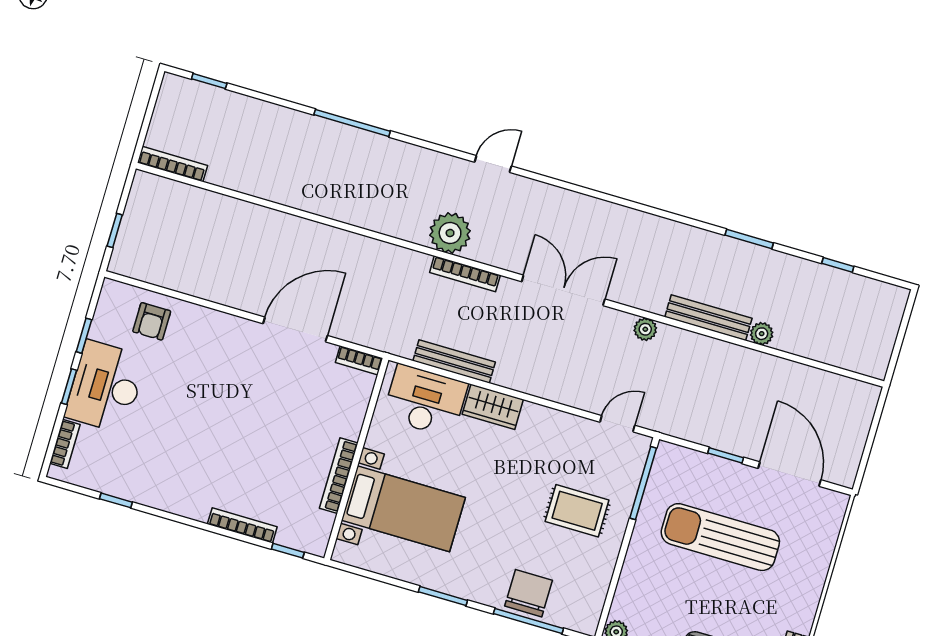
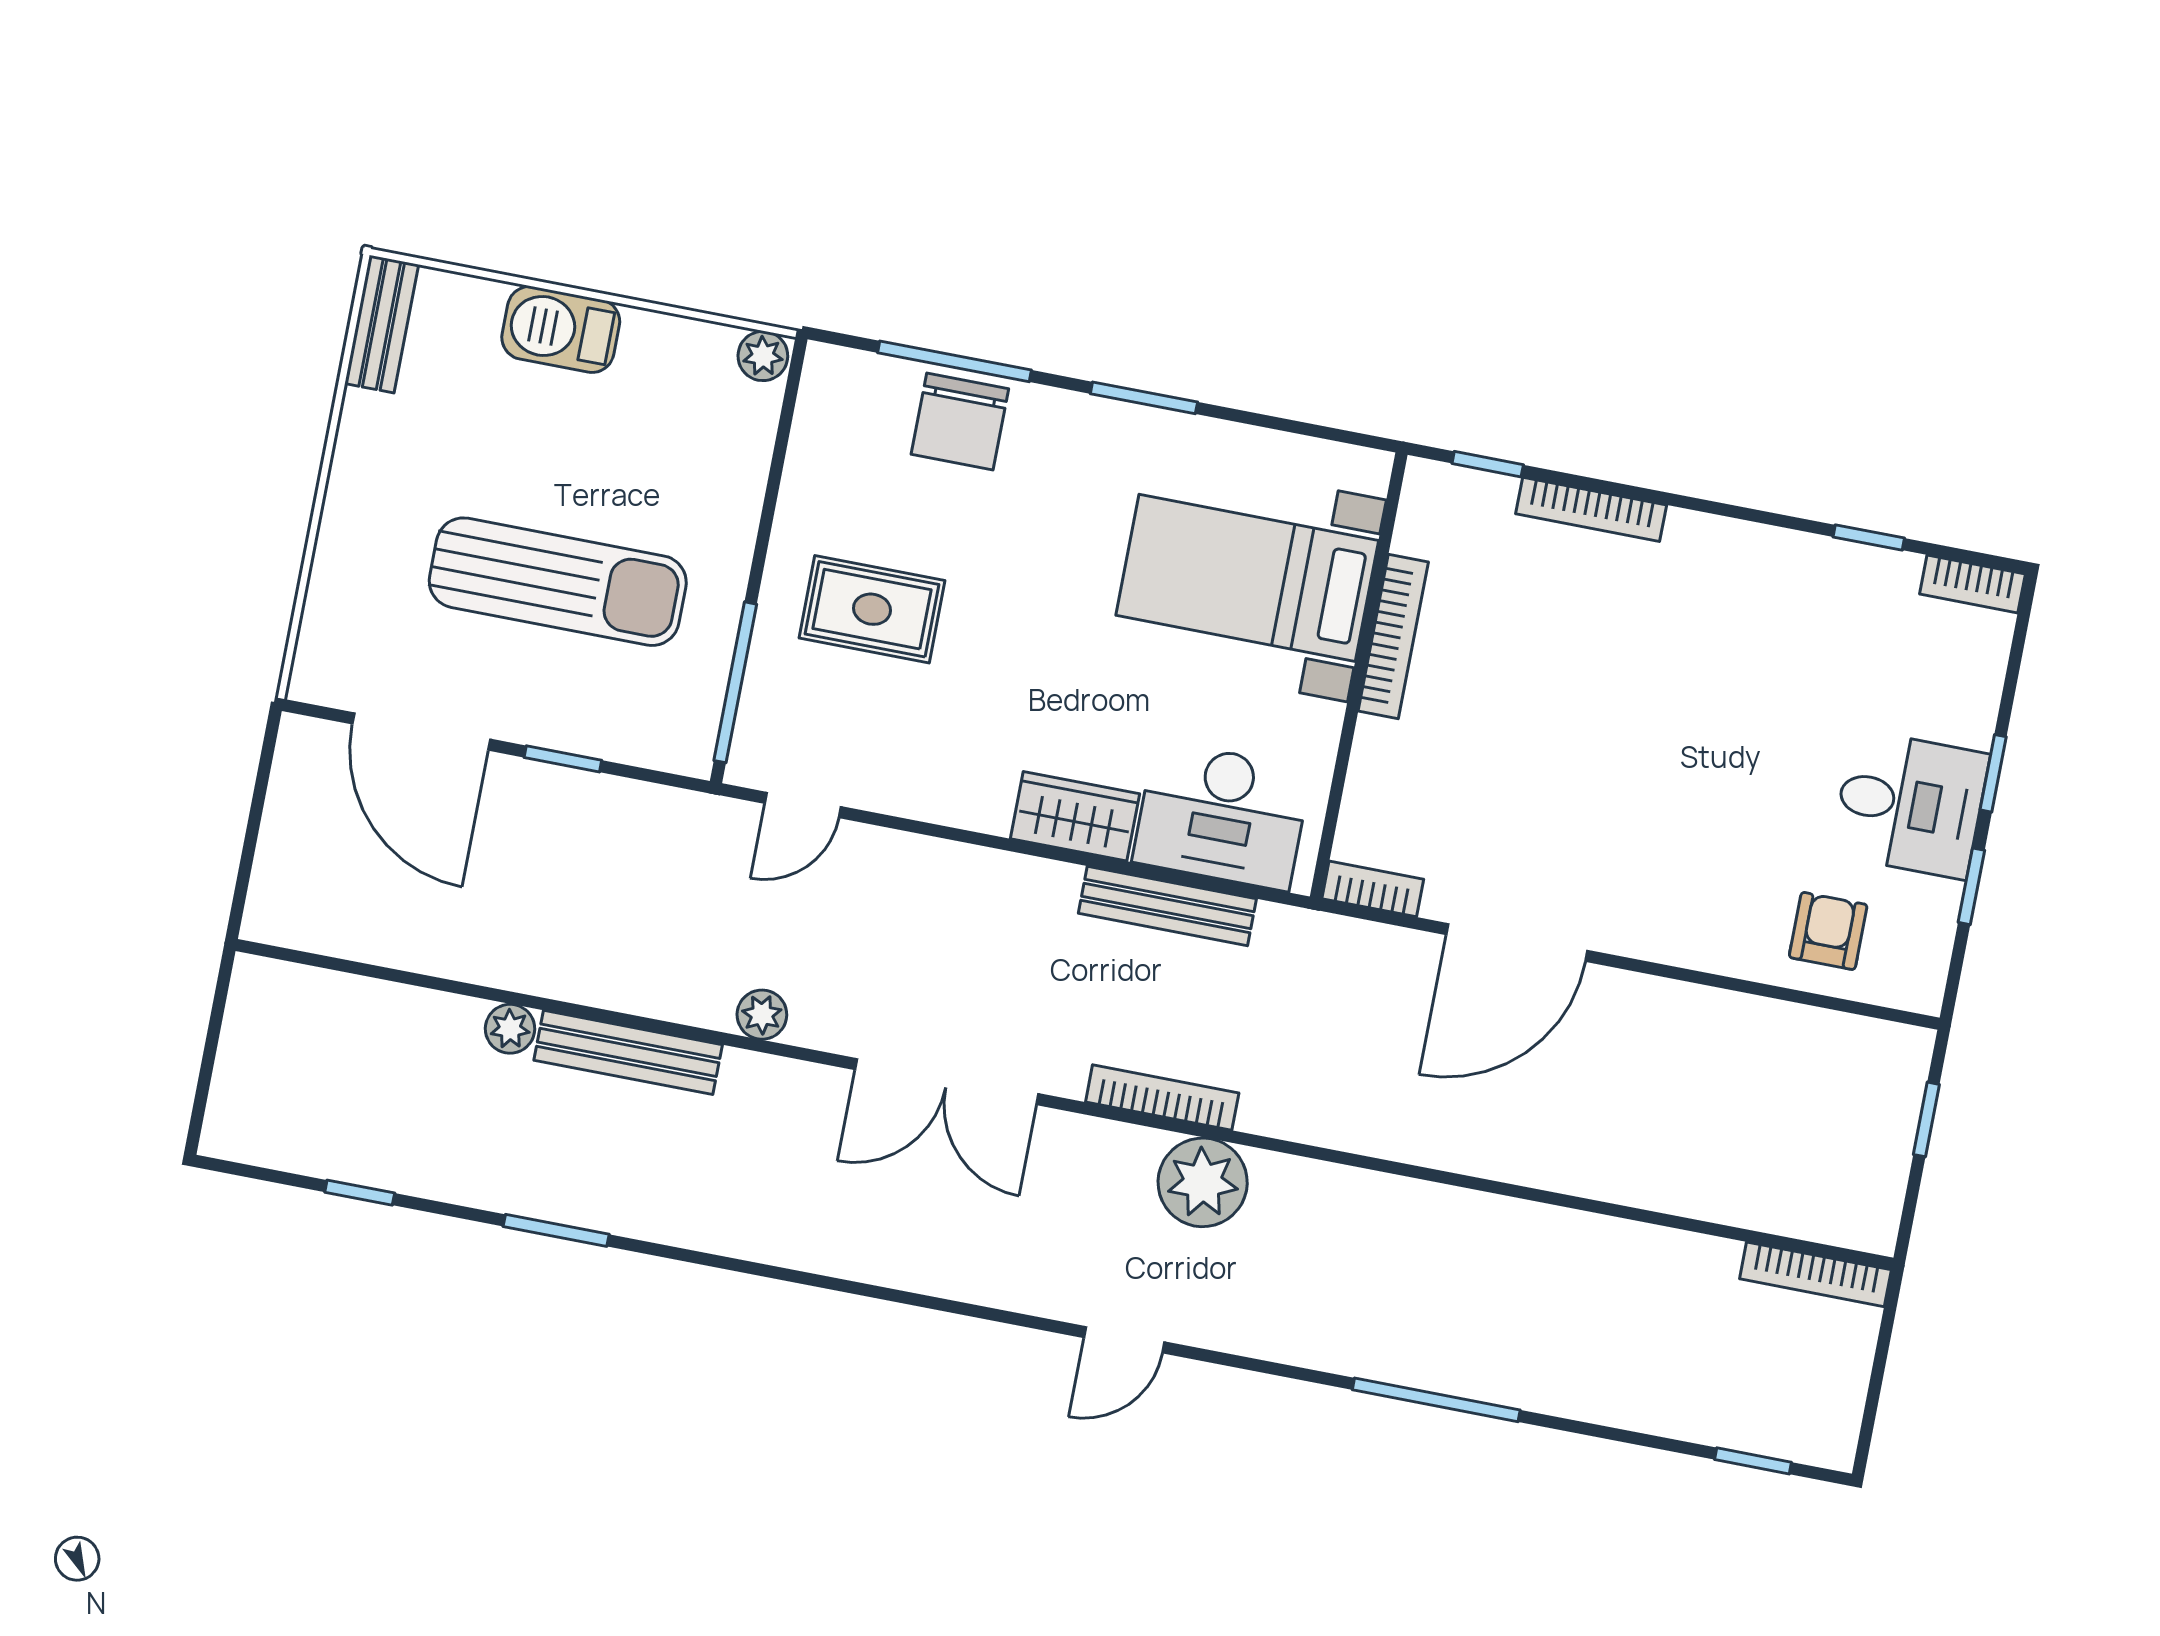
desk: (105, 387) -> (1910, 804), width x0.73
bookcase: (65, 444) -> (1972, 584), moved, turned -90

